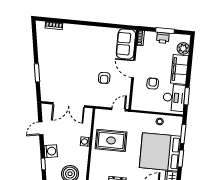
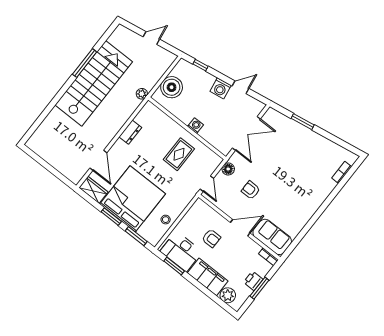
floor lamp: (100, 102) -> (228, 169), added
double door: (69, 105) -> (246, 133), swing flipped
door: (41, 128) -> (240, 87), hinge flipped
rug: (111, 140) -> (179, 154), width x0.73, depth x0.70
washing machine: (51, 151) -> (221, 88), moved

